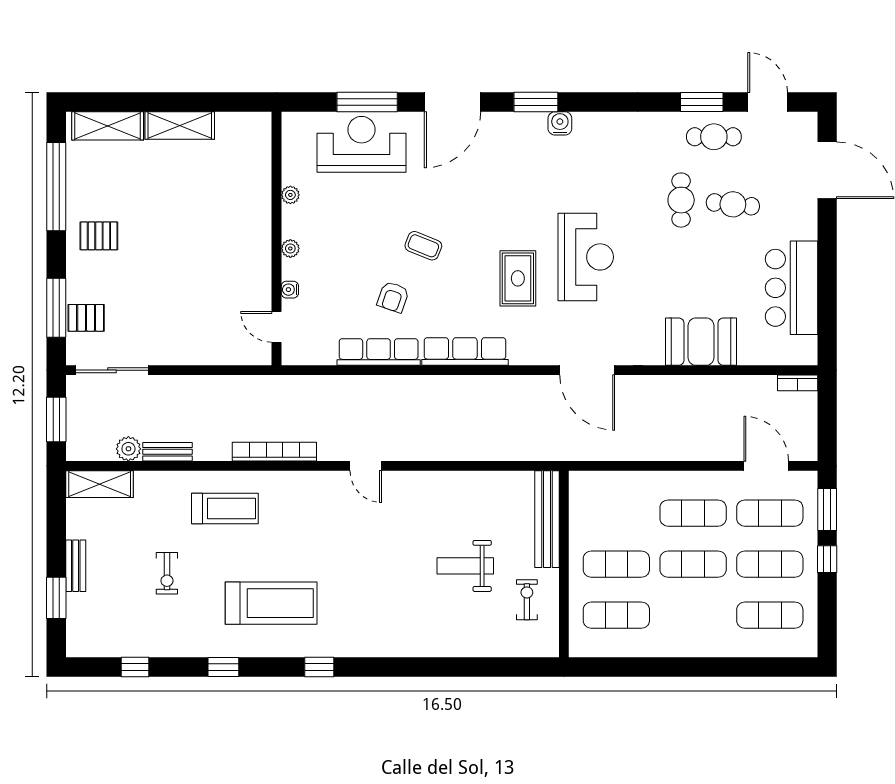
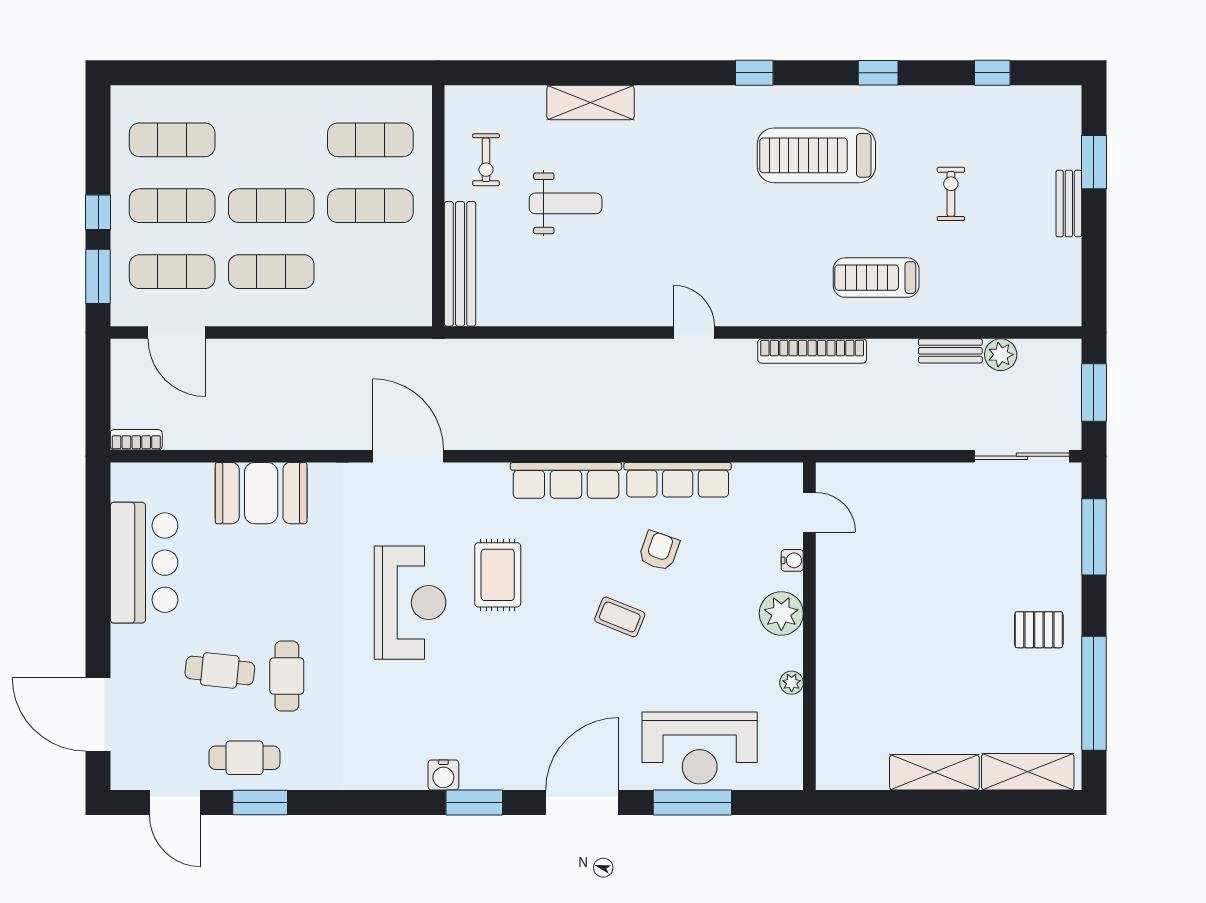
plant: (290, 248) -> (781, 613), width x1.88, depth x1.88
reception desk: (586, 257) -> (410, 603), turned 180
pallet: (86, 318) -> (1056, 524), removed
shelving: (100, 484) -> (591, 102), moved

